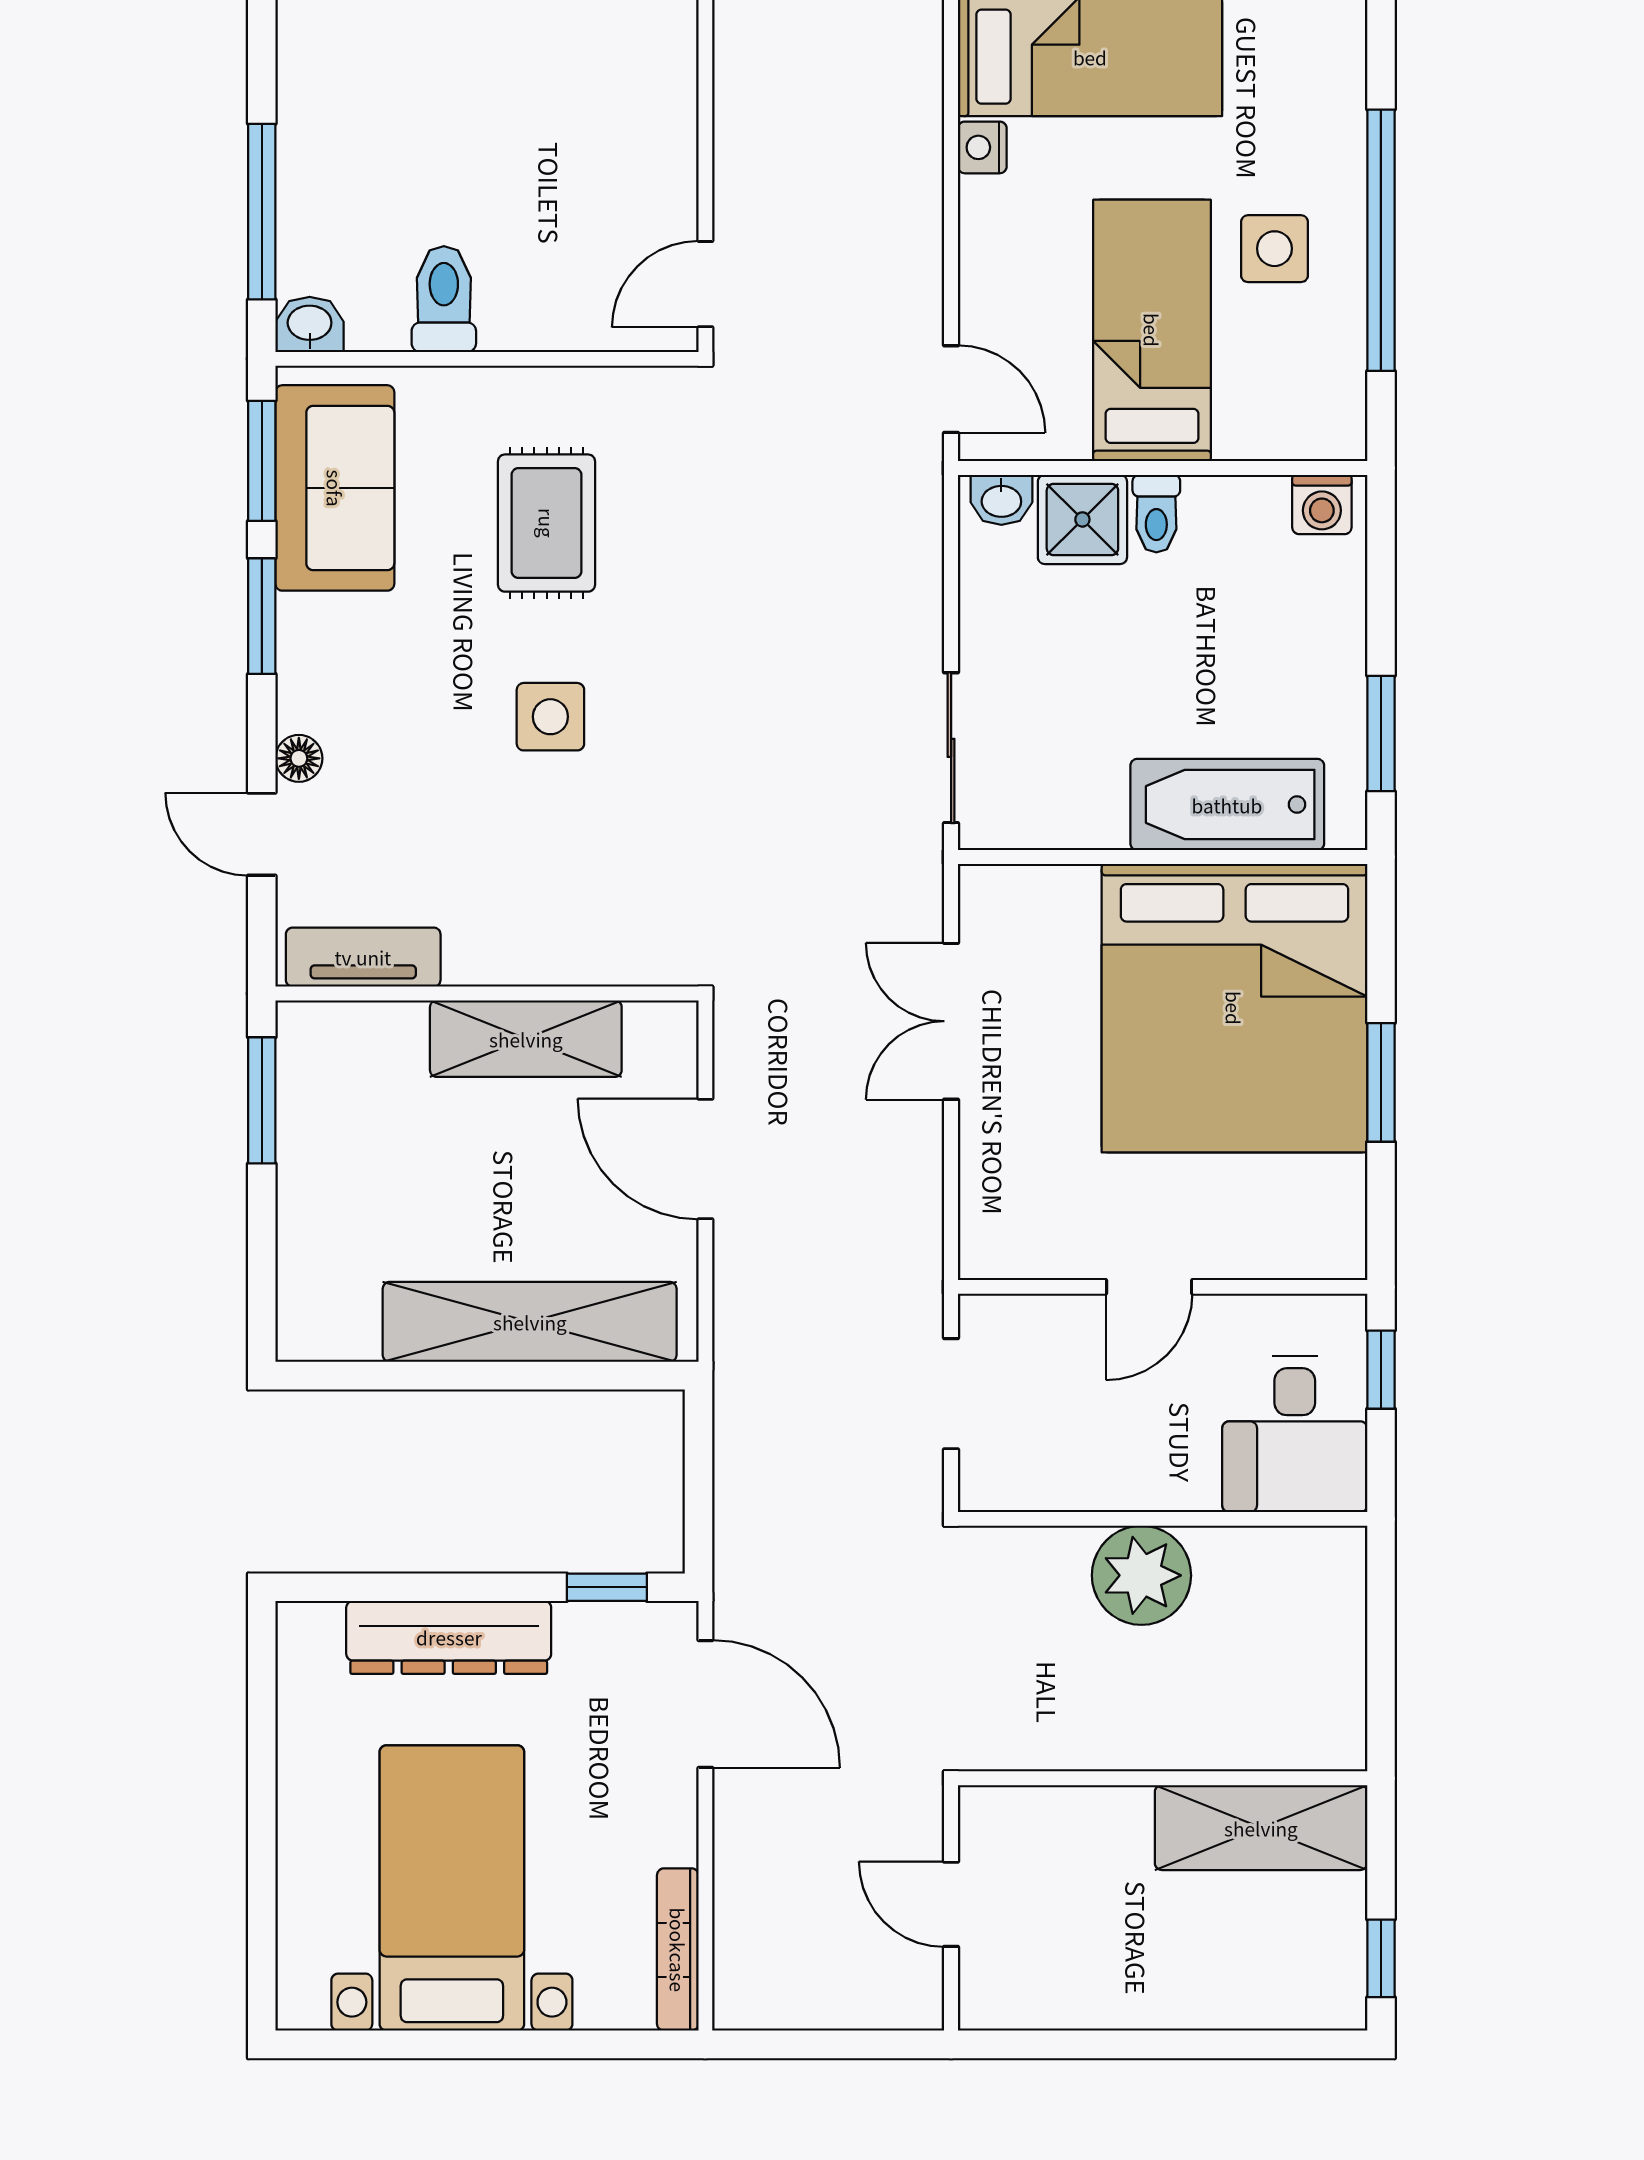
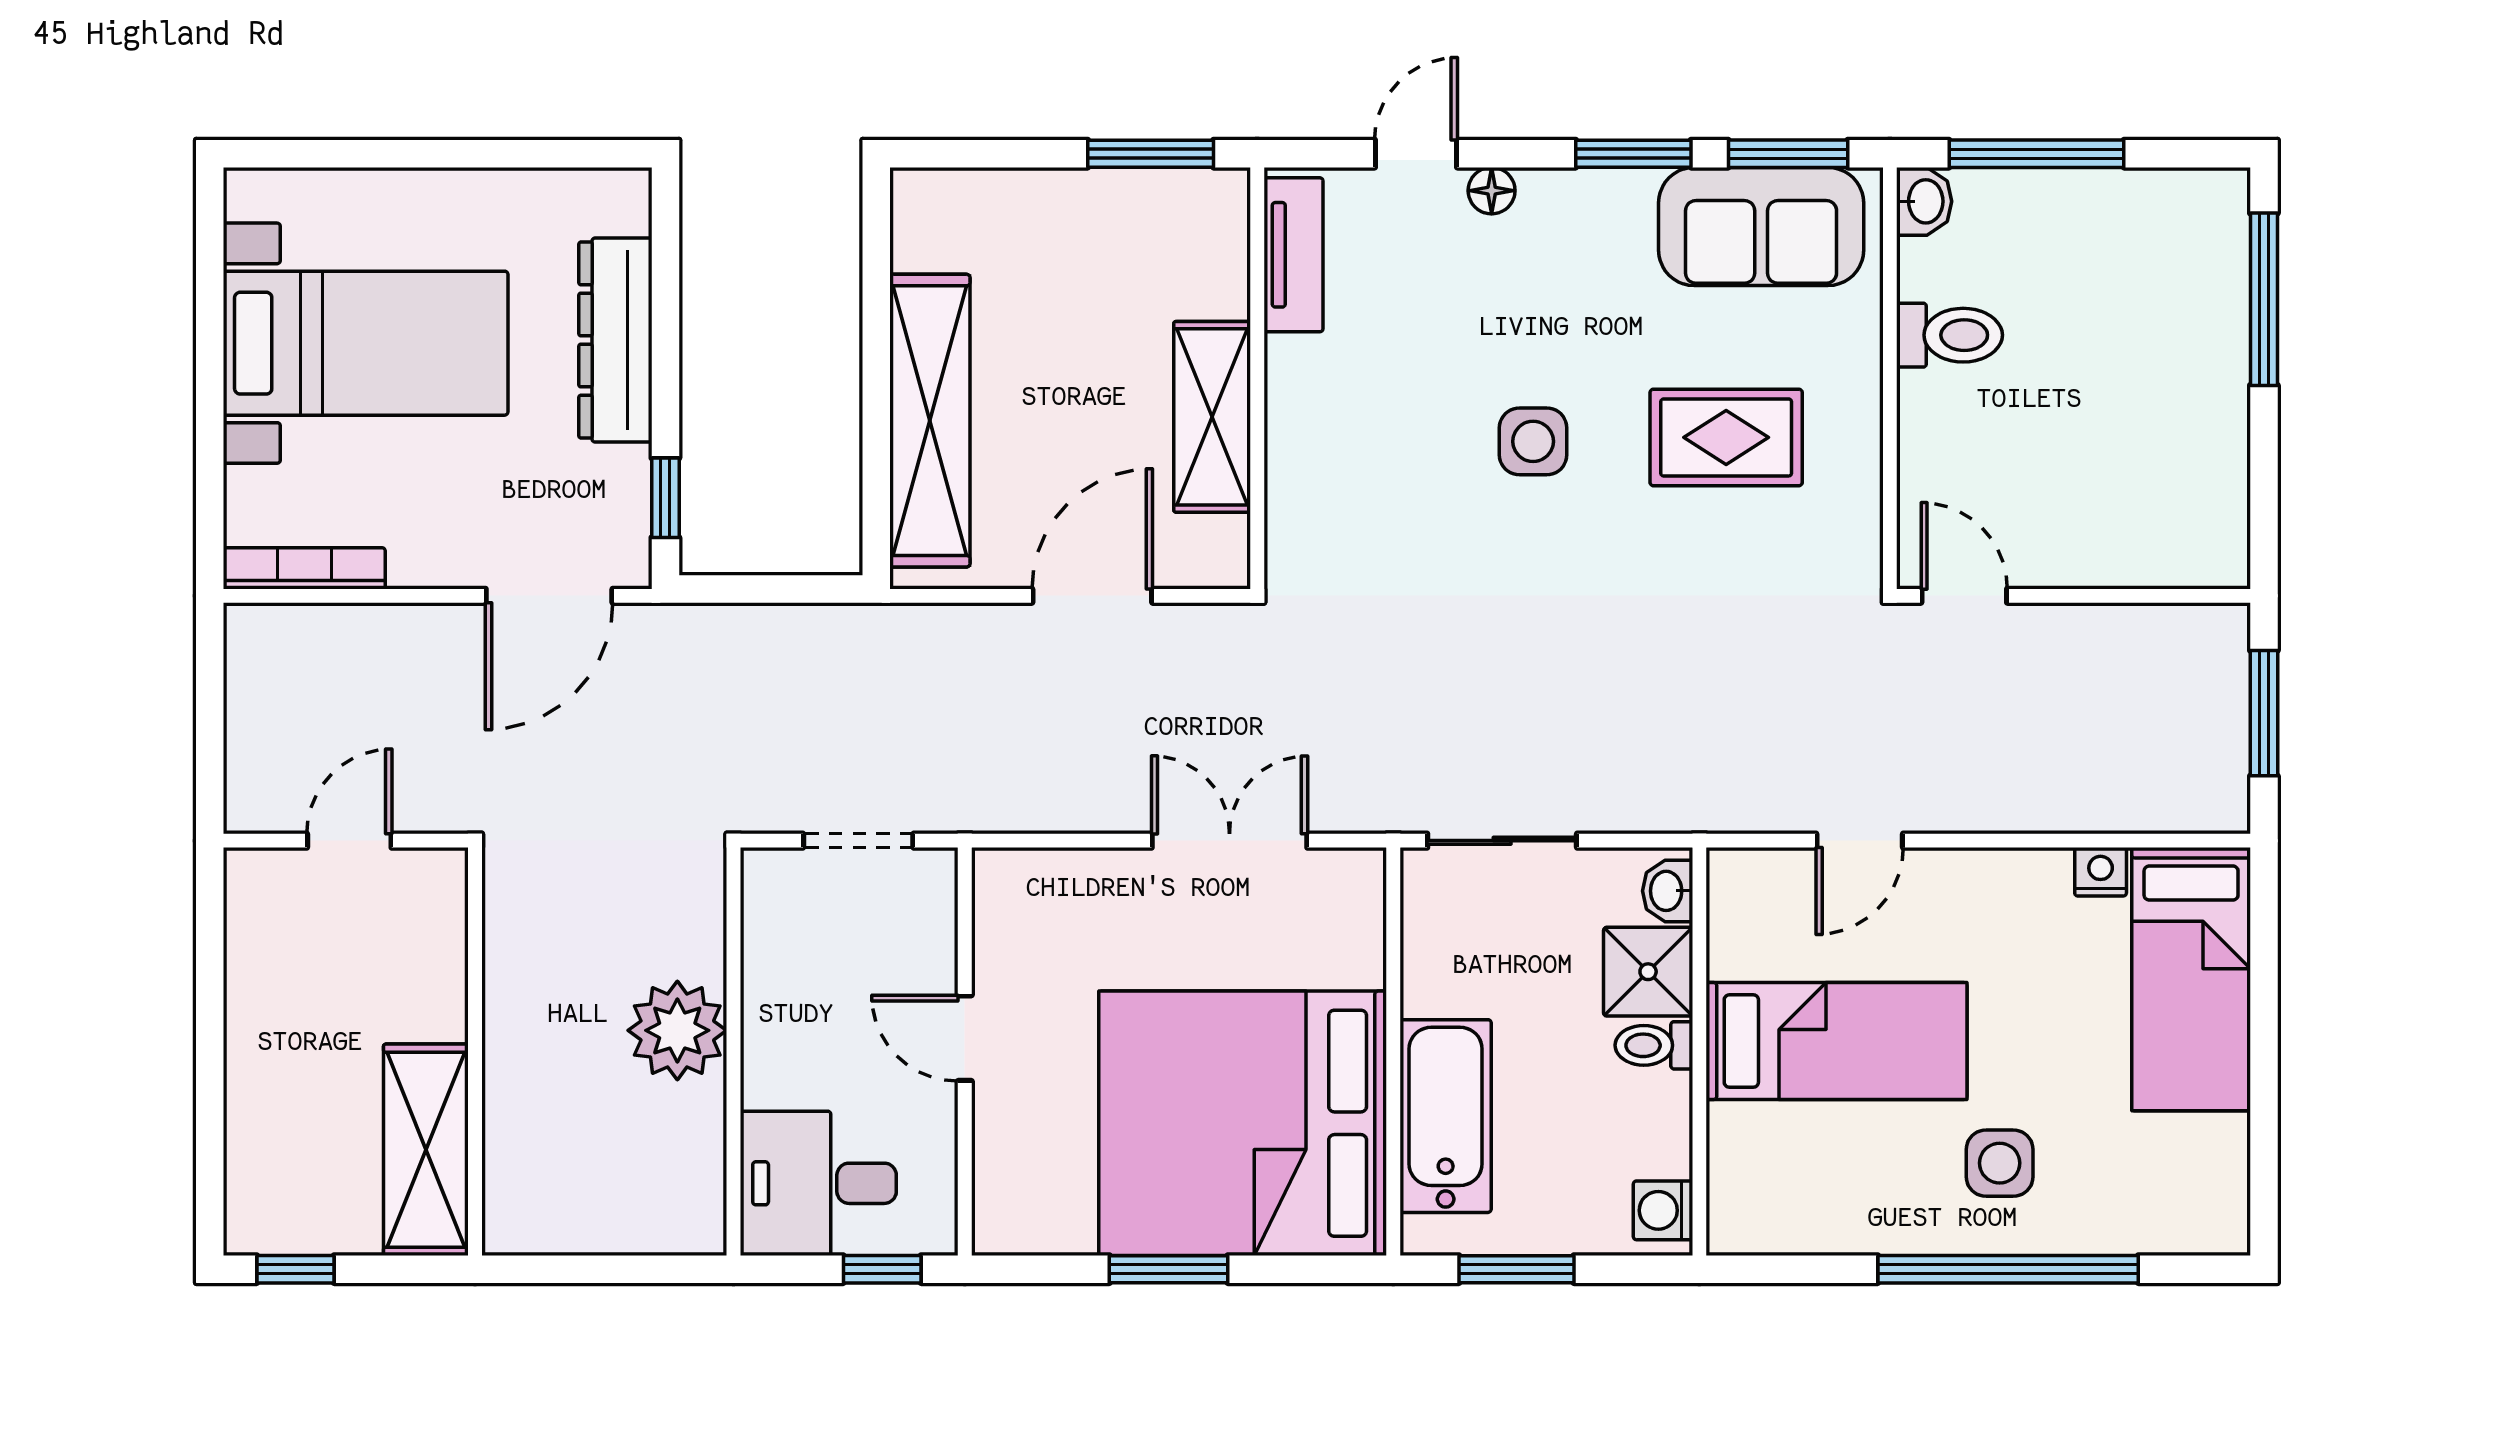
bed: (1152, 330) -> (1836, 1041), moved
wall: (1163, 468) -> (1699, 1052), moved
washbasin: (1001, 500) -> (1668, 891), moved
washing machine: (1322, 504) -> (1663, 1210), moved
toilet: (1156, 514) -> (1654, 1045), moved
shower: (1082, 519) -> (1648, 972), moved

